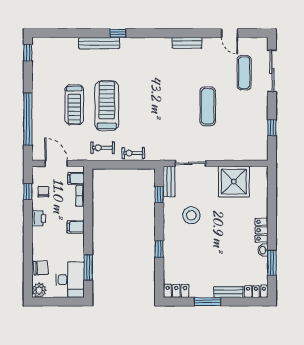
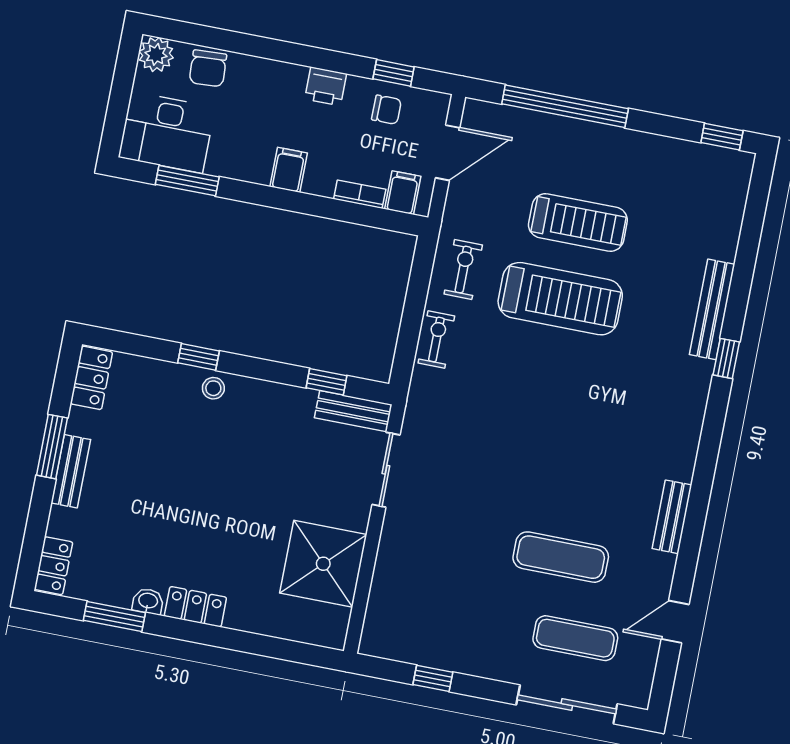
treadmill: (74, 105) -> (578, 222), turned 180
exercise mat: (208, 106) -> (561, 557), moved
stool: (191, 215) -> (213, 388), moved, width x0.53, depth x0.53
bench: (228, 292) -> (71, 471), moved

